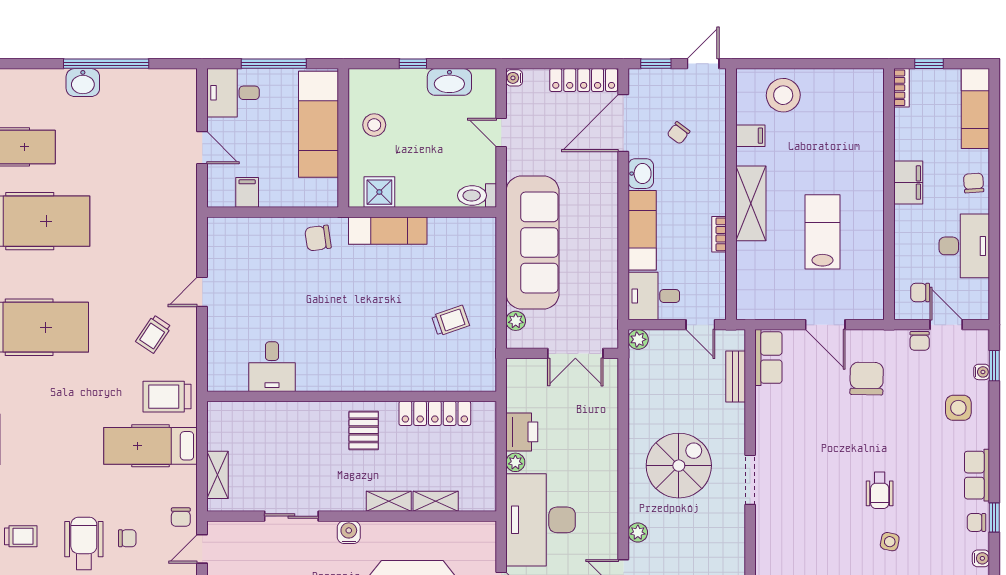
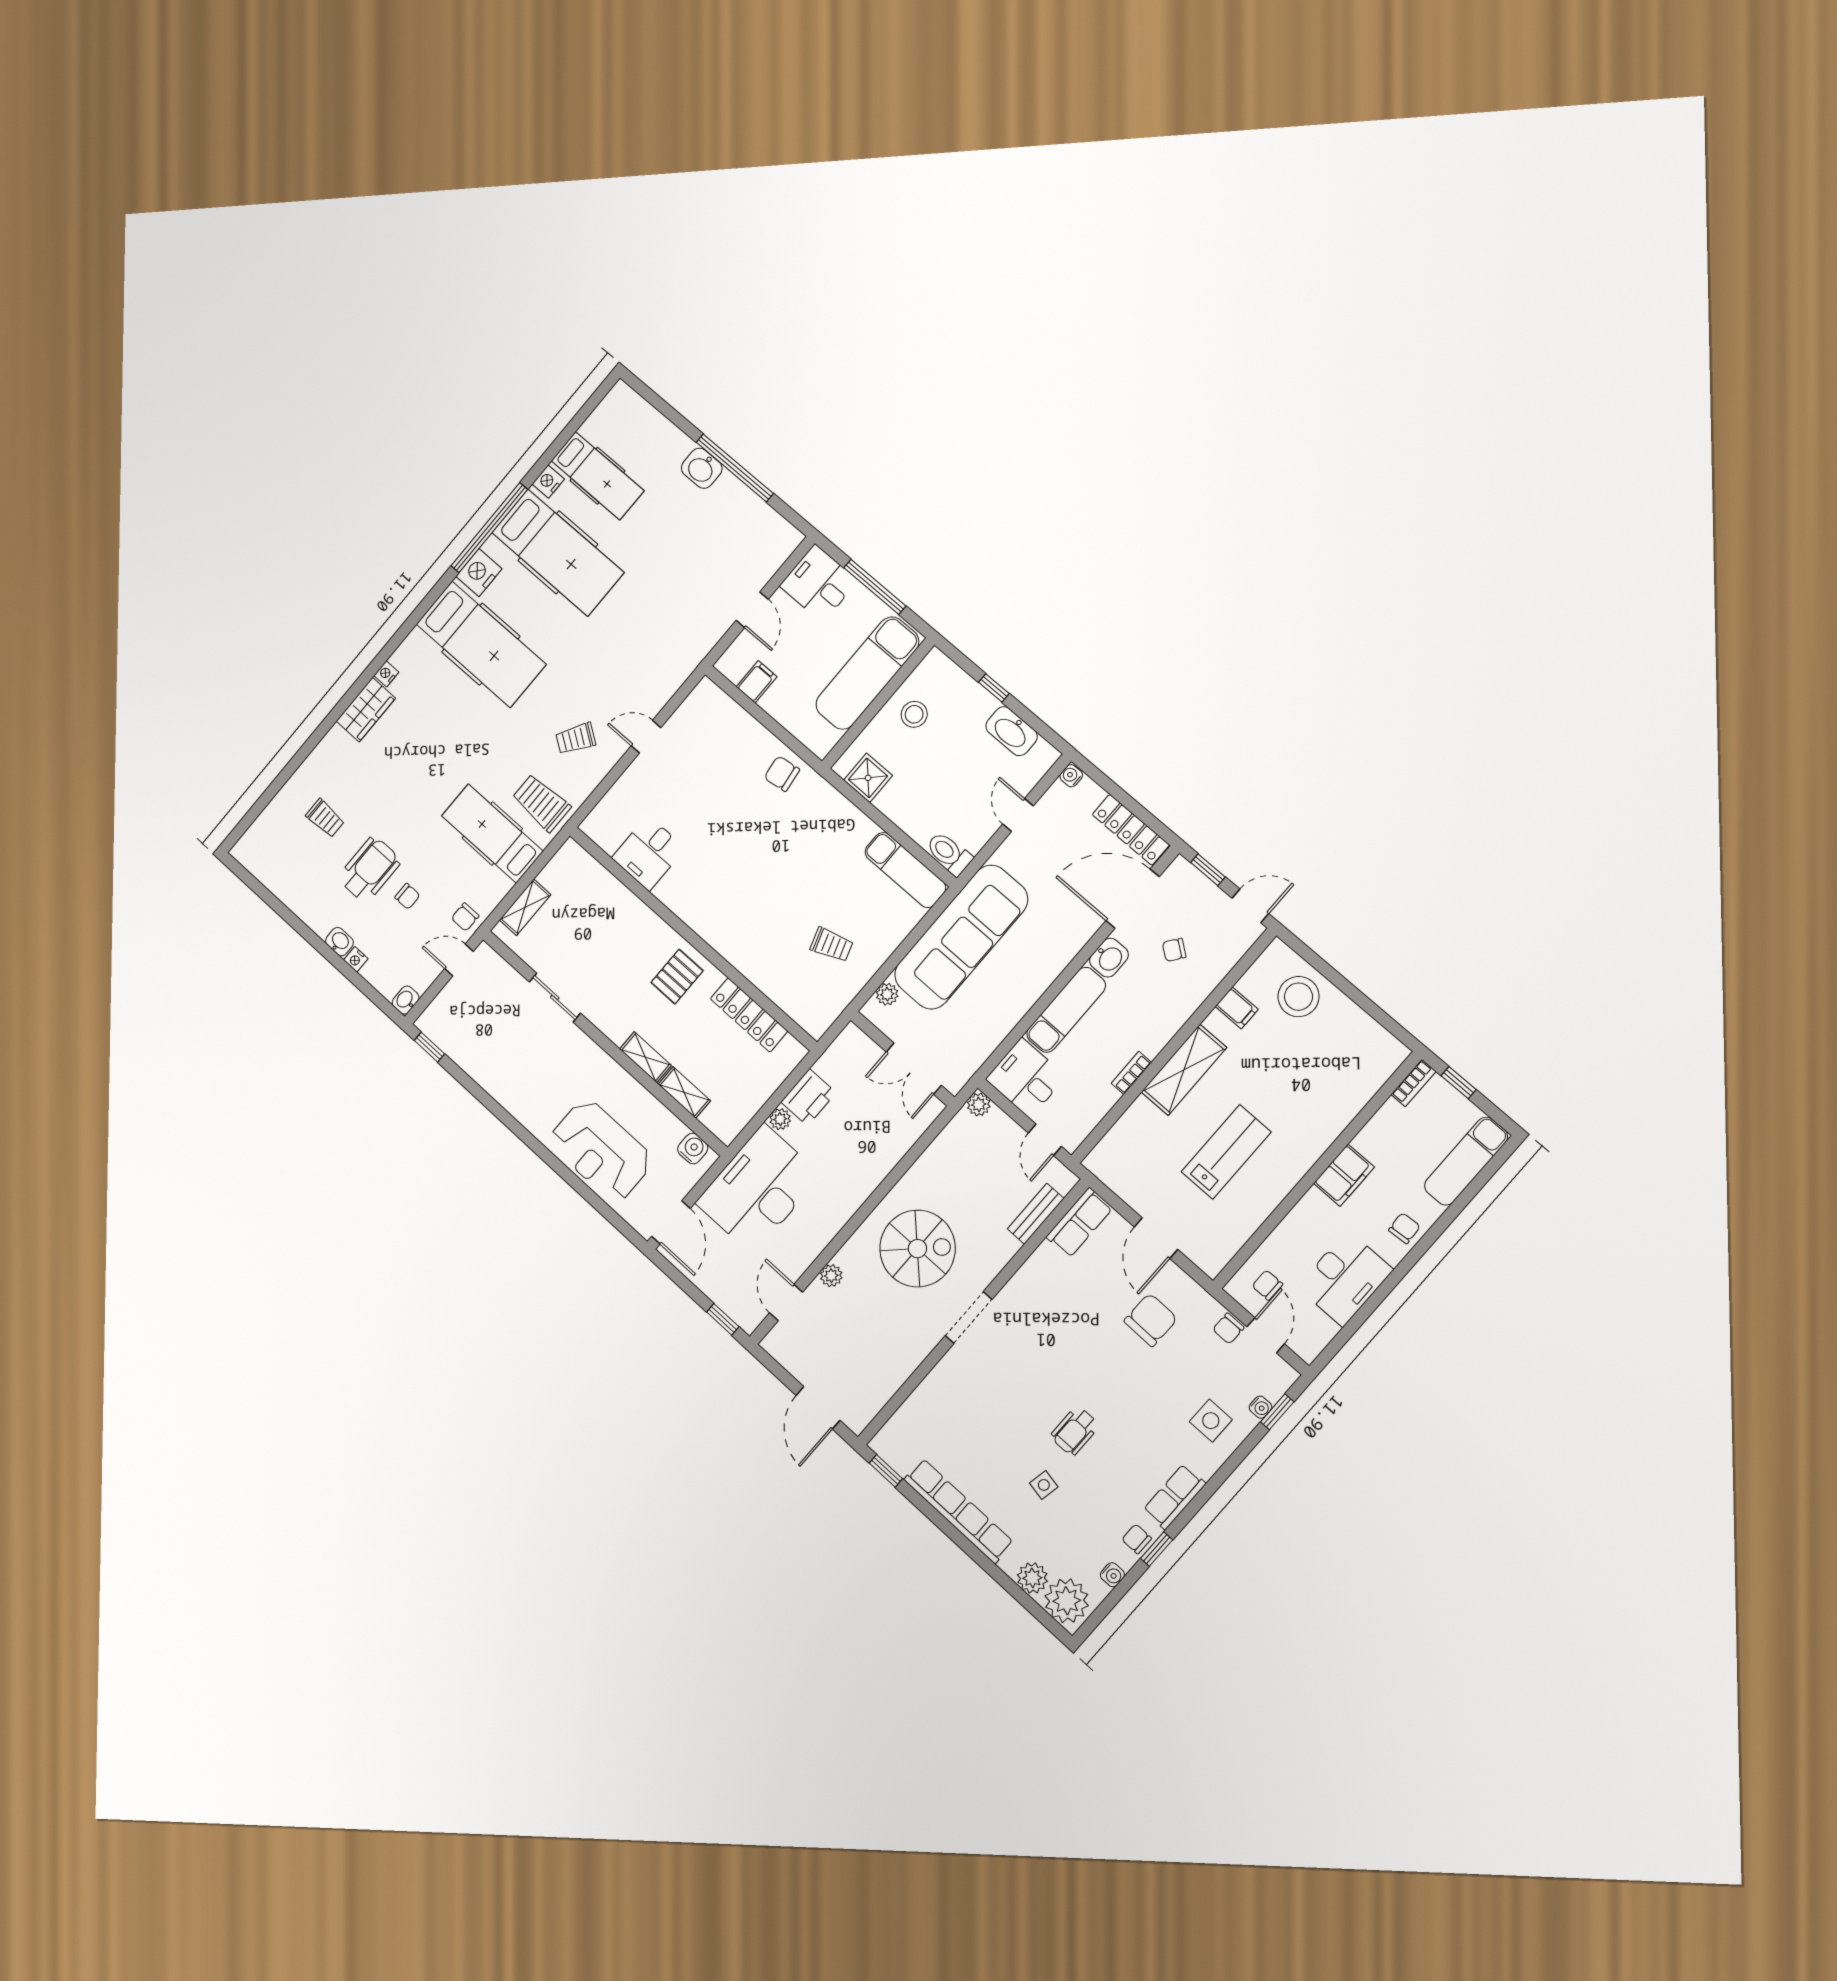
exam couch: (388, 231) -> (905, 870), moved
water cooler: (349, 532) -> (693, 1149), moved

